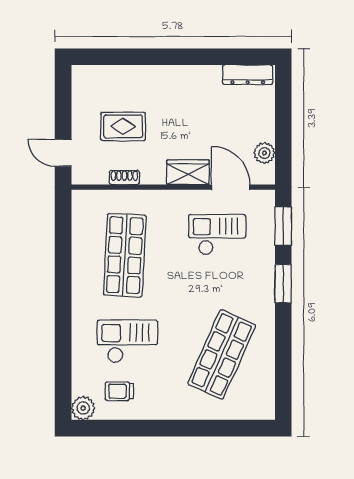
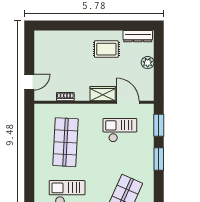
rug: (123, 126) -> (106, 49), moved
door: (63, 153) -> (29, 82), swing flipped
plant: (264, 153) -> (148, 63), moved

